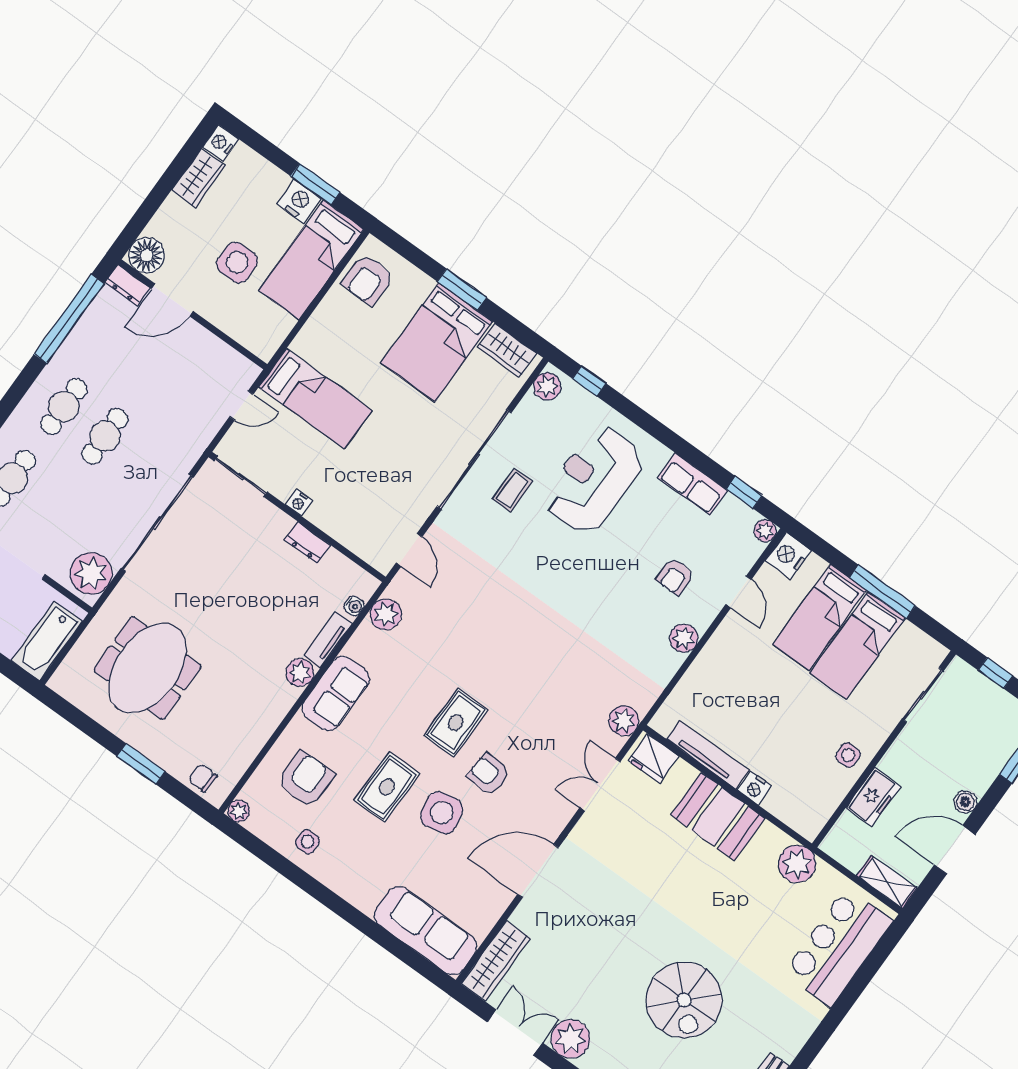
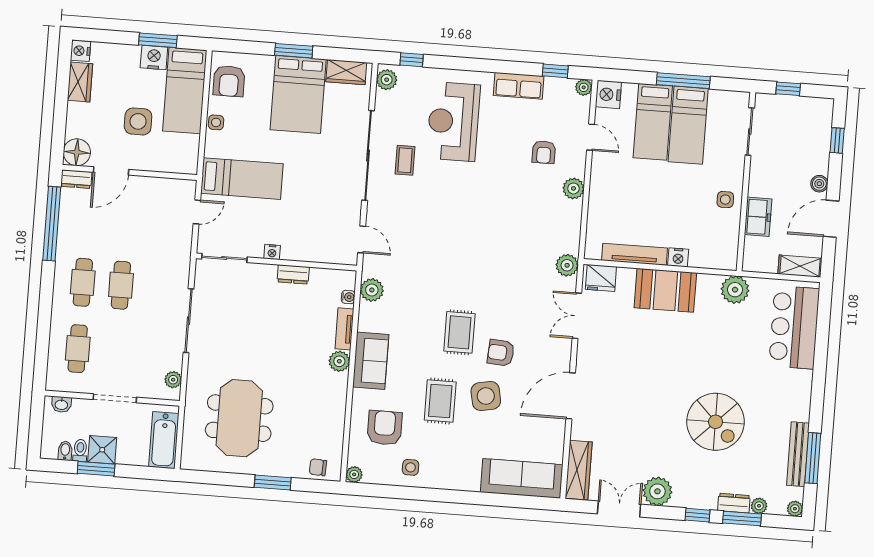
side table: (325, 317) -> (216, 122), added
sliding door: (157, 523) -> (189, 321), width x0.73
plant: (91, 573) -> (173, 380), width x0.53, depth x0.53

